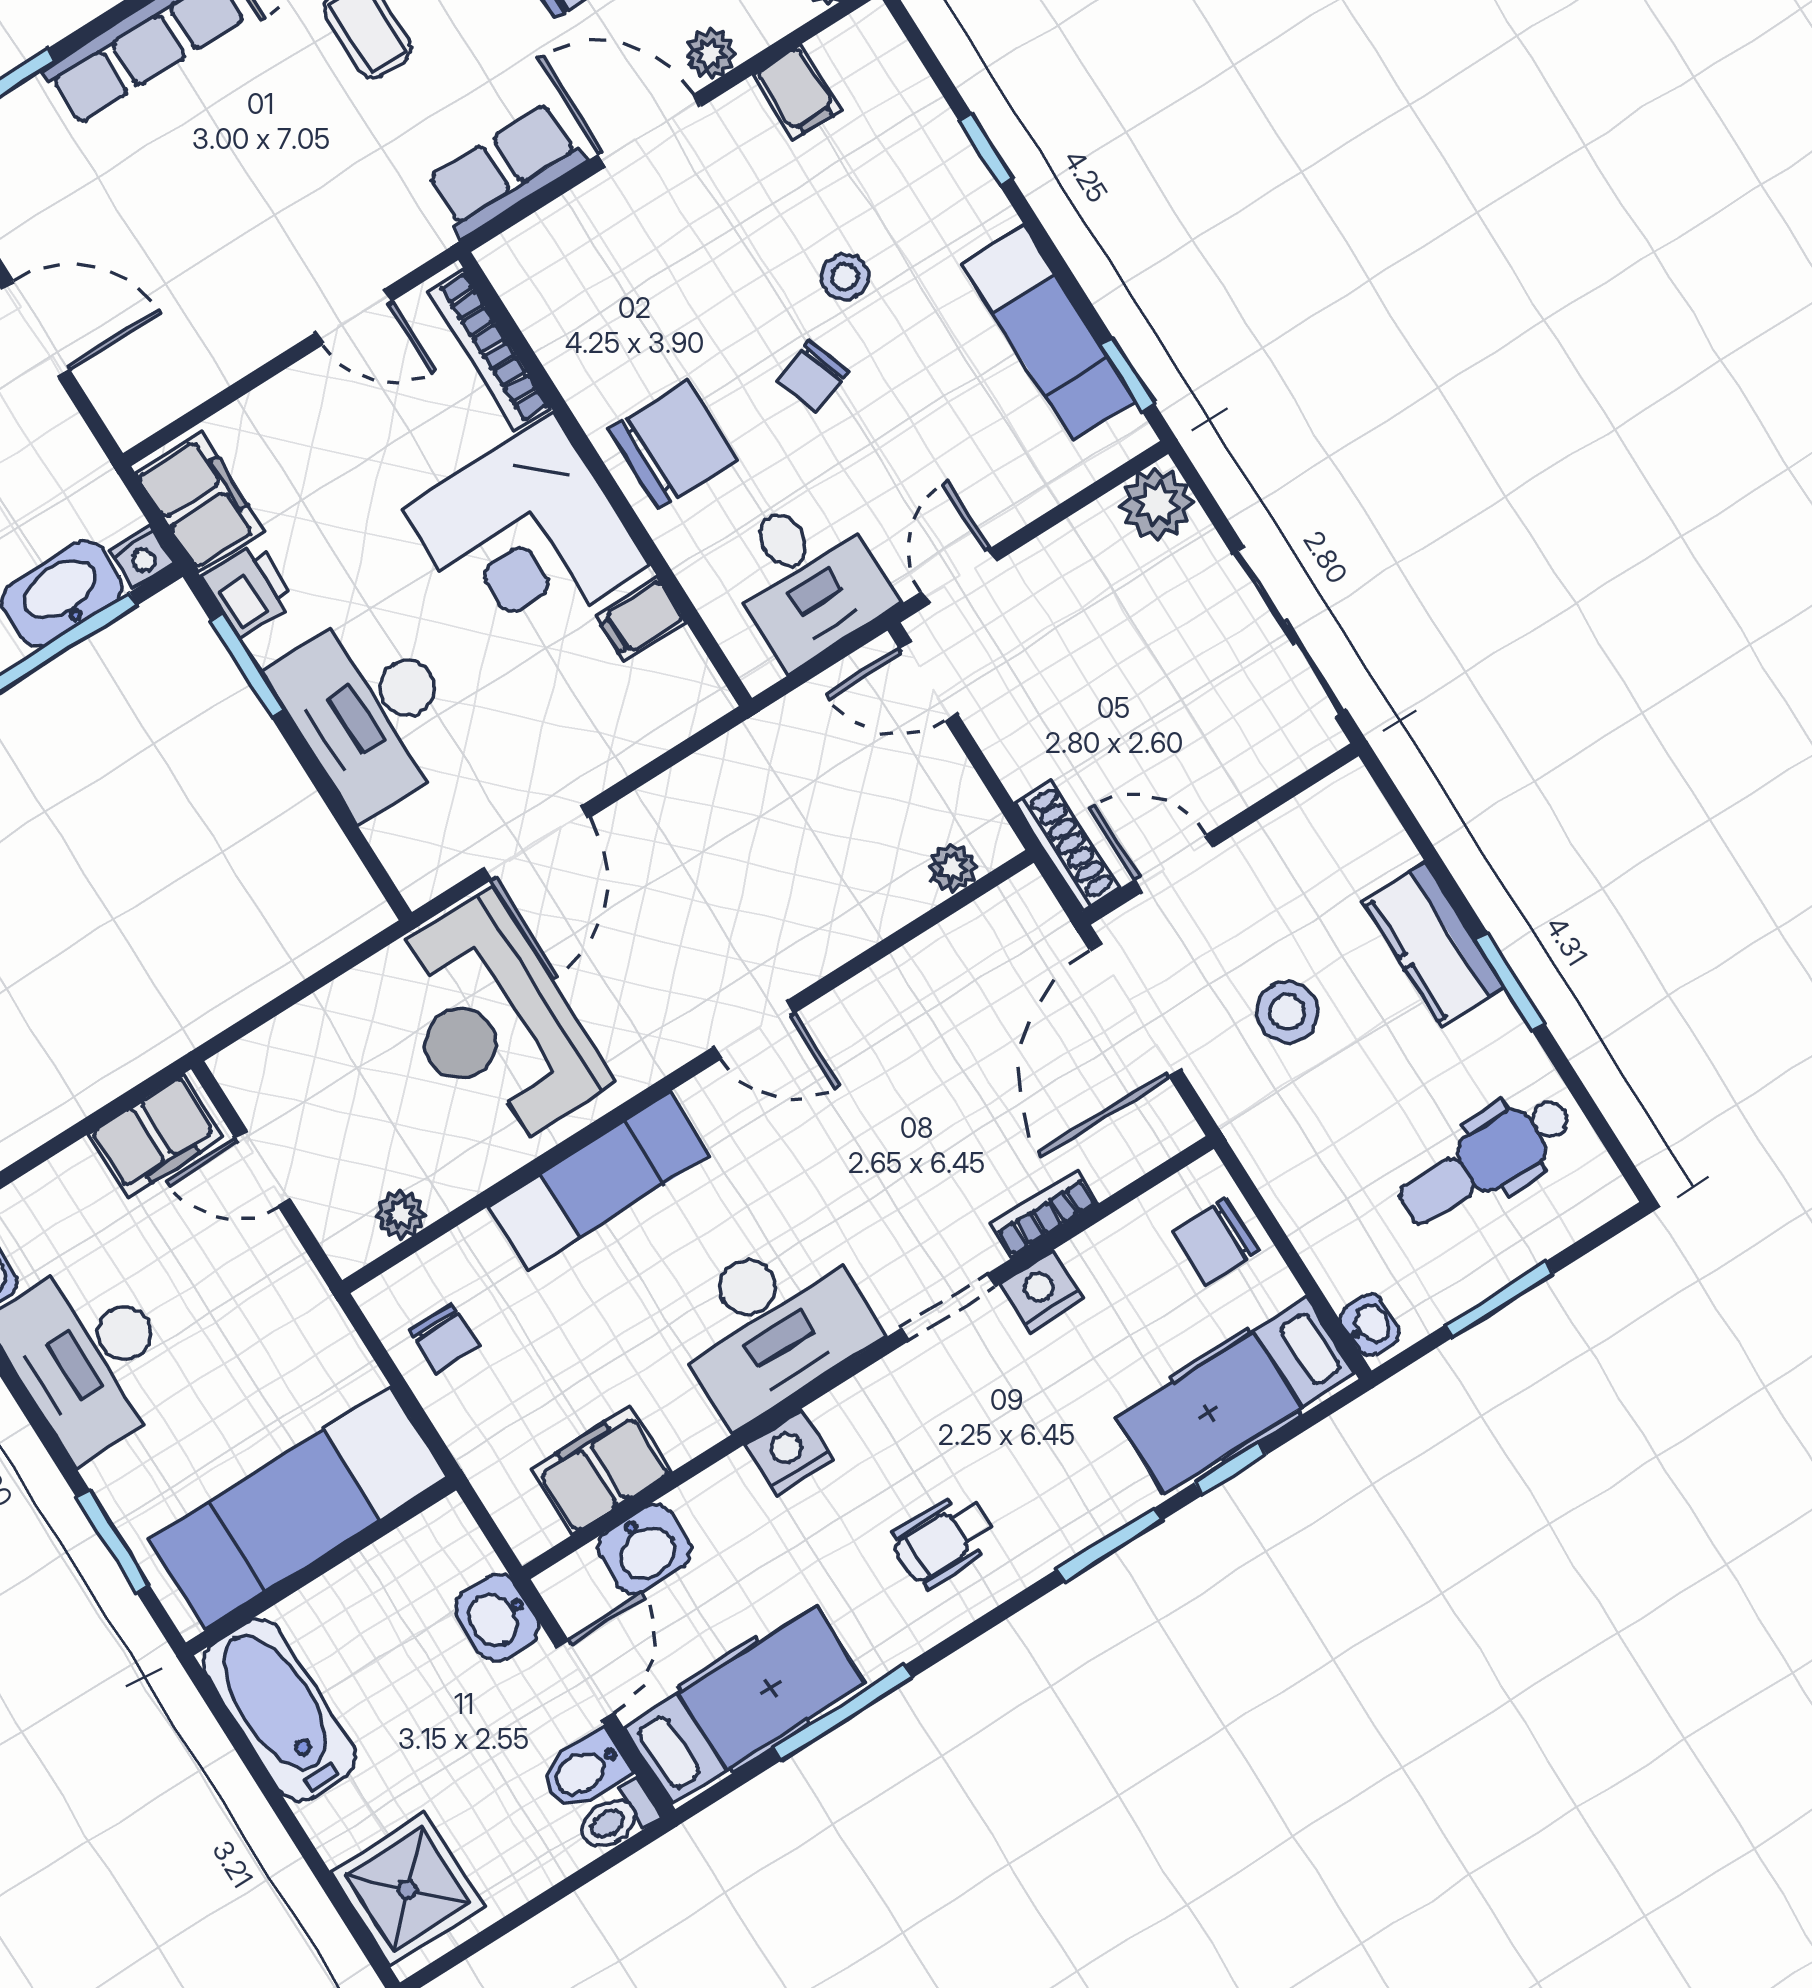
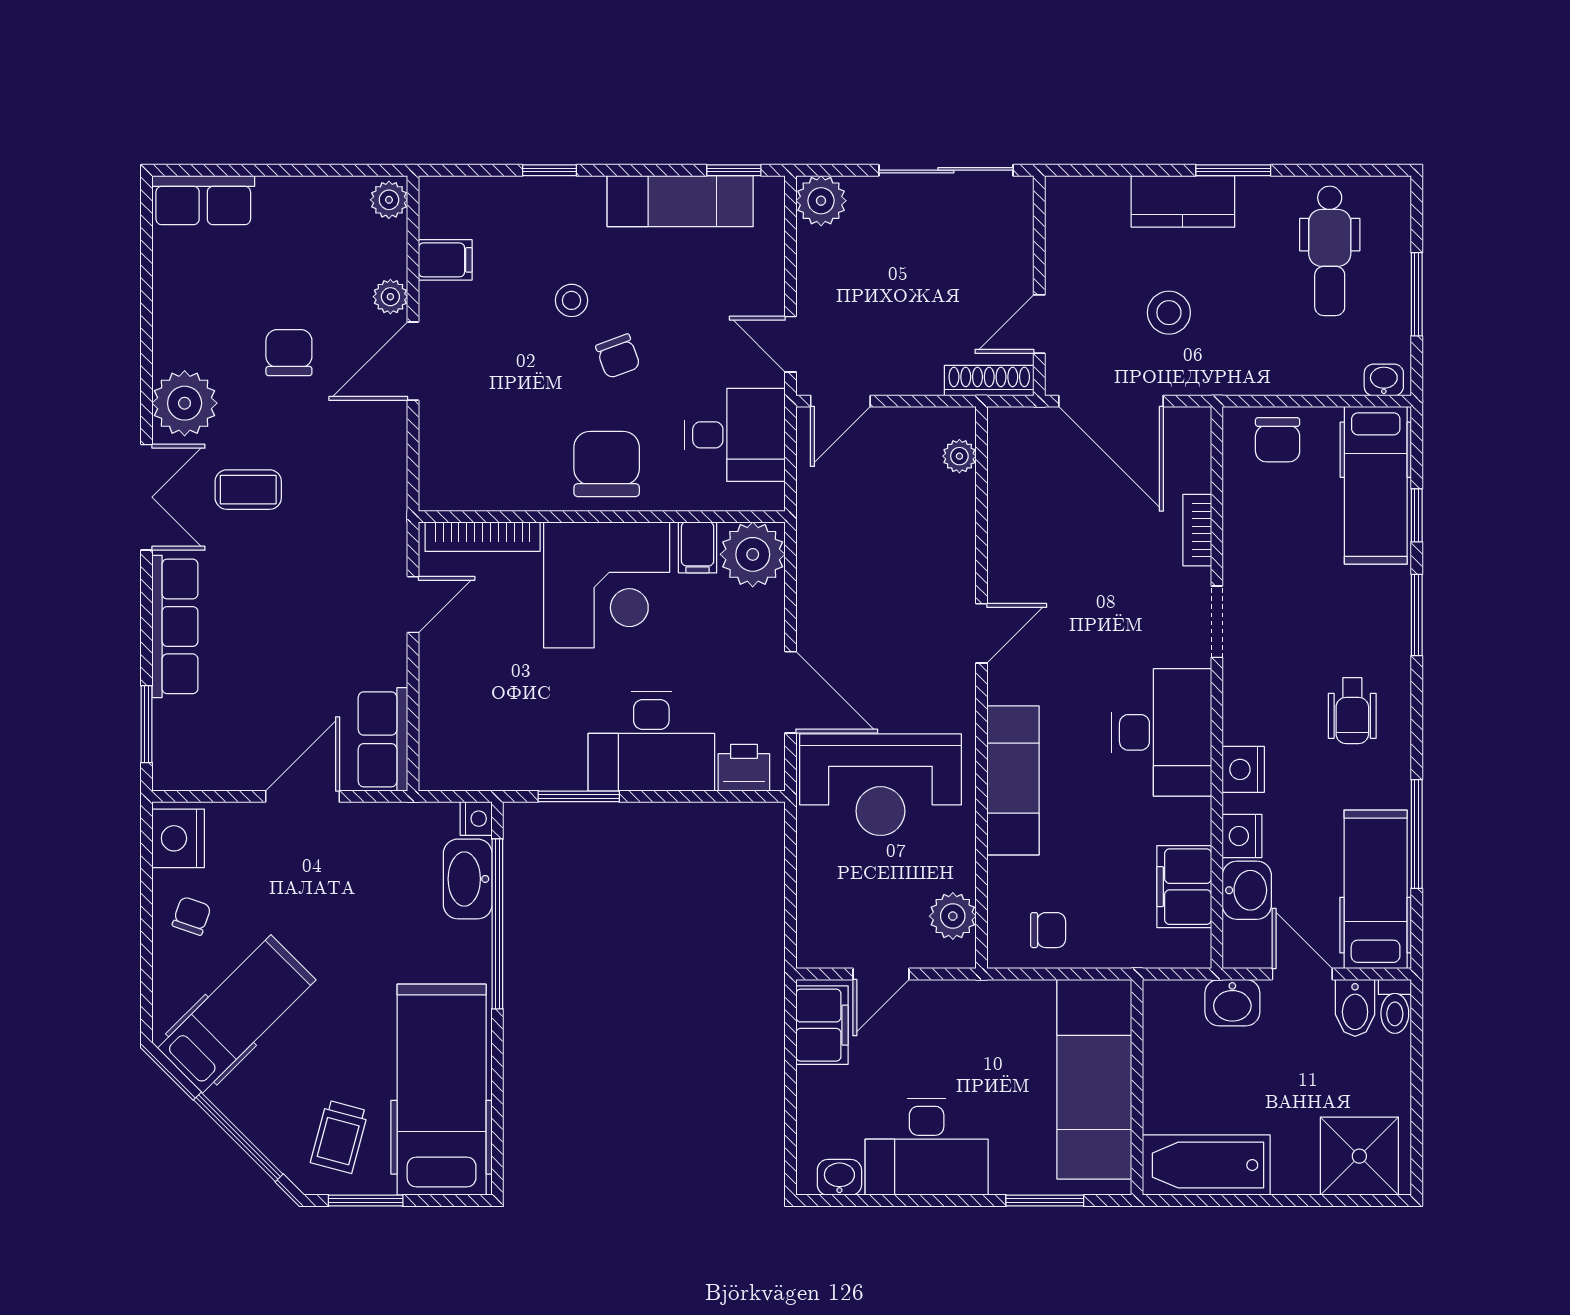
row of seats: (506, 170) -> (383, 739), moved
filing cabinet: (200, 502) -> (465, 764), removed
printer: (249, 590) -> (744, 768), moved
plant: (675, 691) -> (753, 554), added
plant: (401, 1214) -> (953, 916), width x1.38, depth x1.38
nightstand: (1042, 1291) -> (1242, 836), moved

